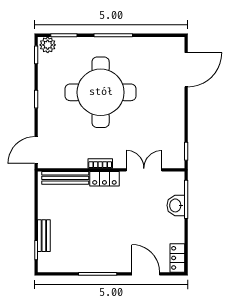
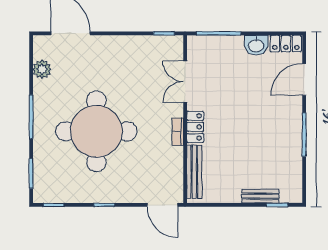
plant: (48, 45) -> (42, 69), moved
washbasin: (176, 205) -> (256, 45), moved

